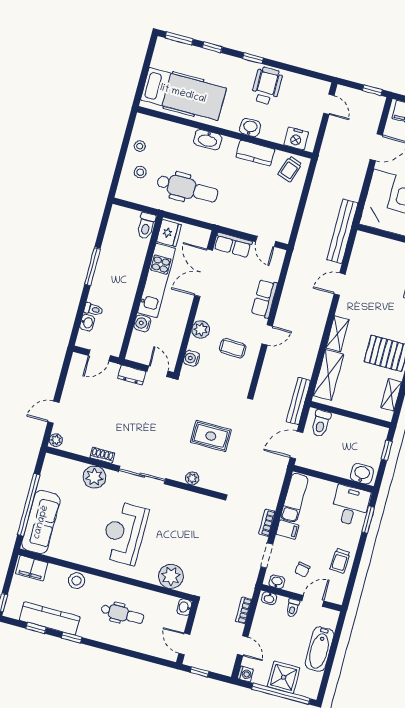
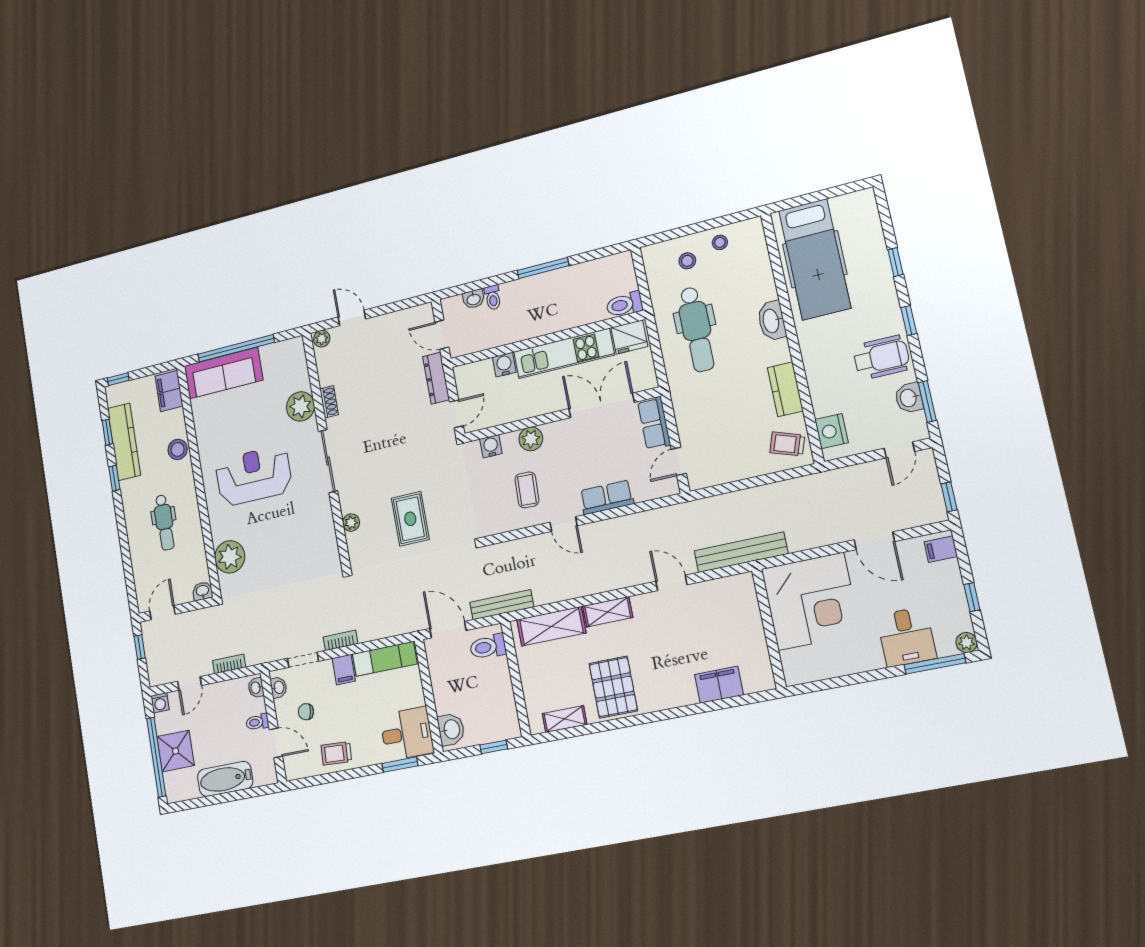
window: (179, 38) -> (927, 401), moved
washbasin: (250, 127) -> (909, 398), moved, turned 180
dresser: (132, 375) -> (436, 378), width x1.44

